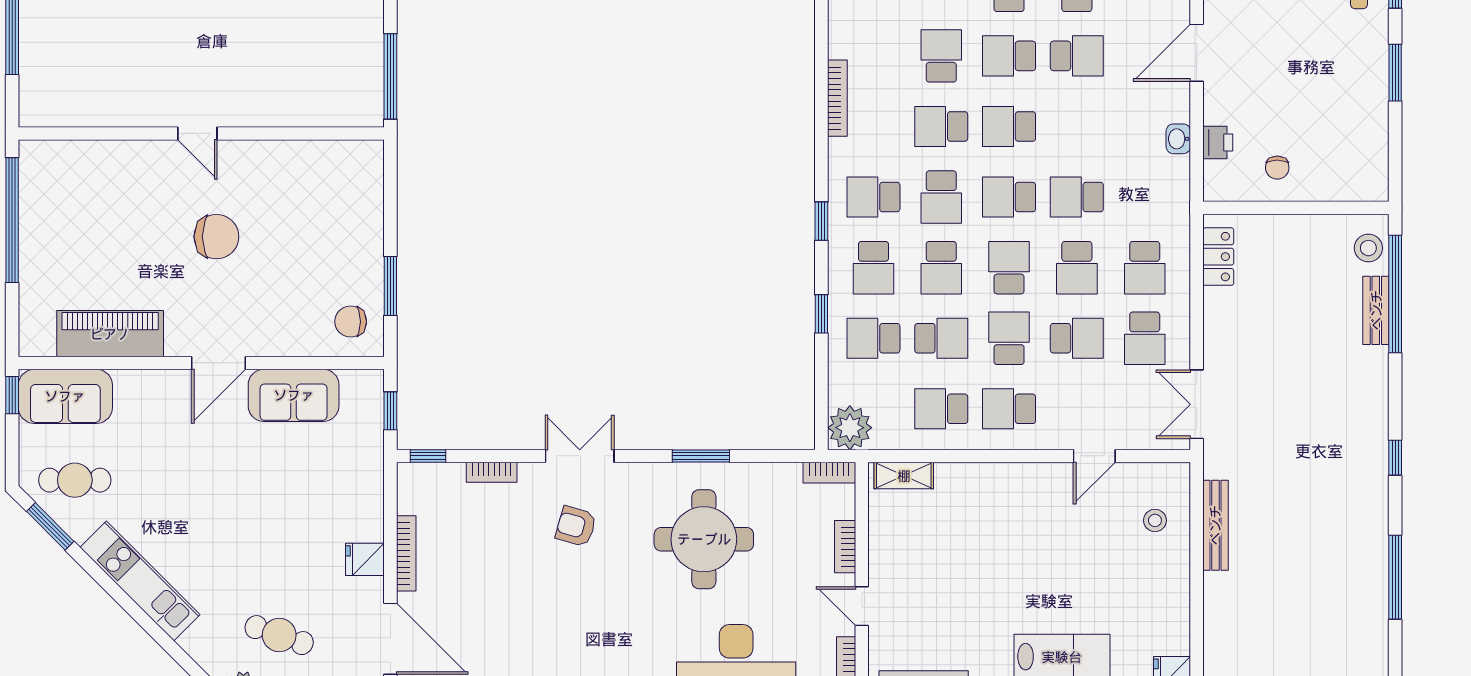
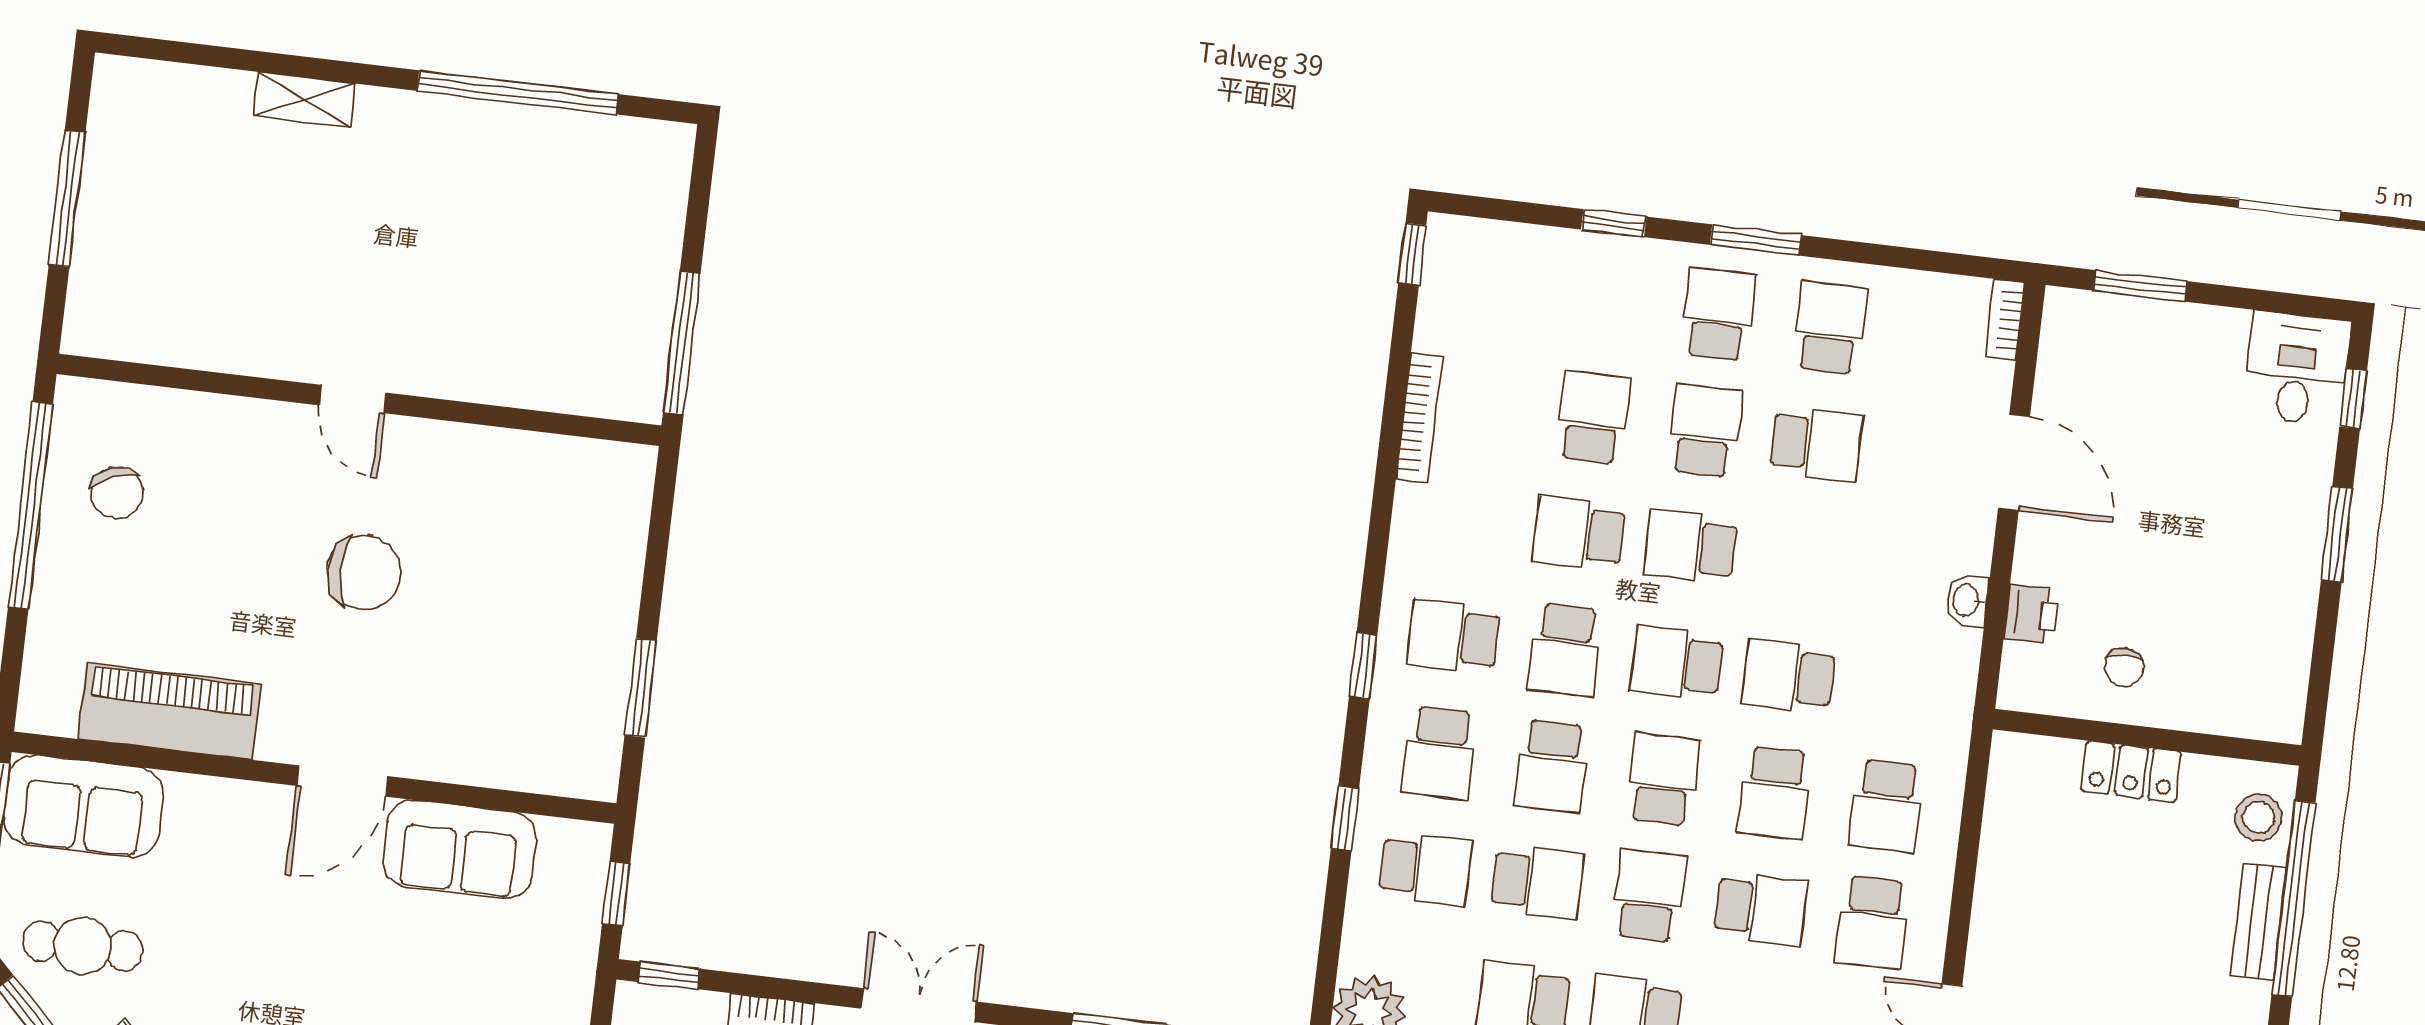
door: (1197, 53) -> (2014, 462), swing flipped
school desk: (1009, 56) -> (1705, 431), turned 90
bookcase: (837, 98) -> (1419, 418), moved
locker: (1218, 257) -> (2131, 771), moved, turned 90
chair: (351, 322) -> (117, 493), moved, turned -111
school desk: (873, 338) -> (1426, 869), turned 180

